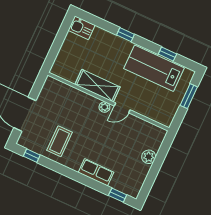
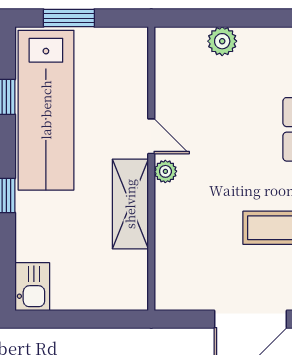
lab bench: (154, 68) -> (46, 110), width x1.36

